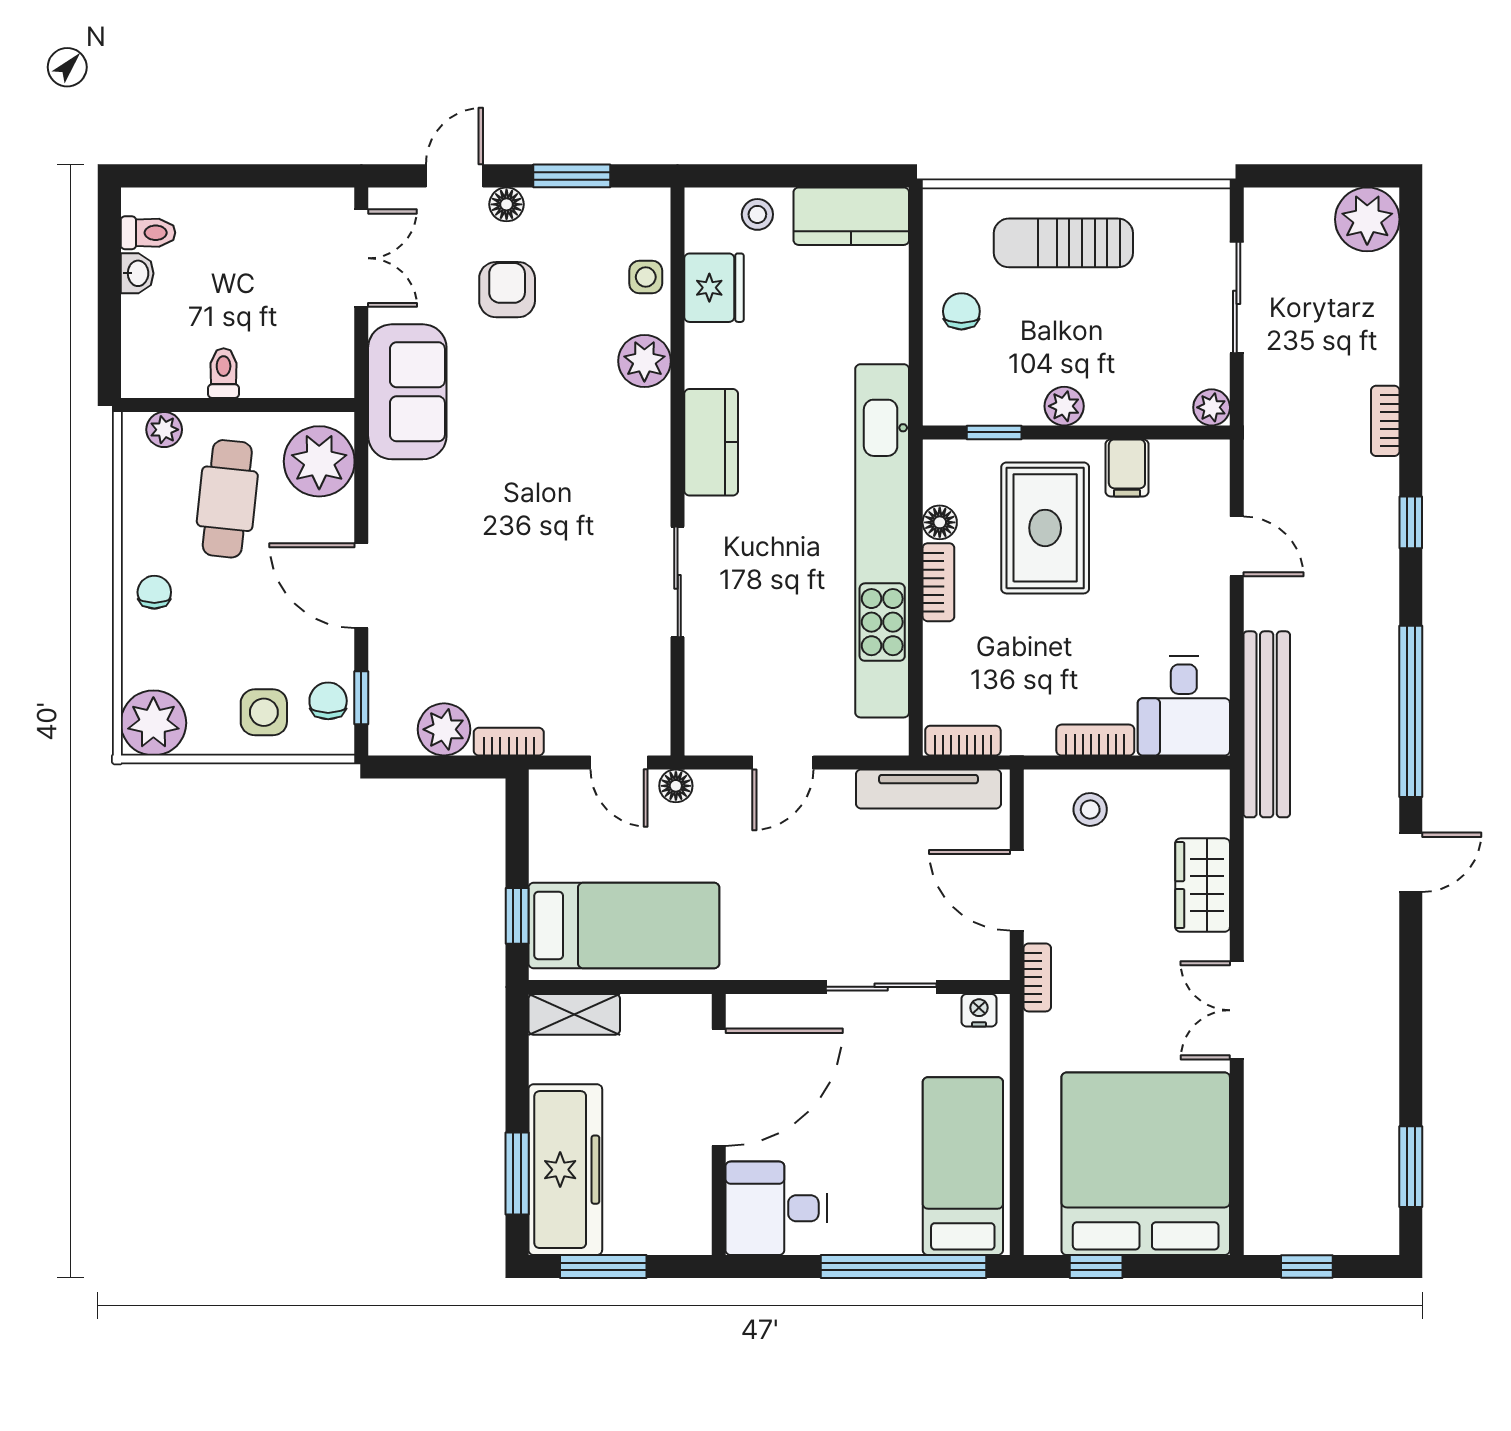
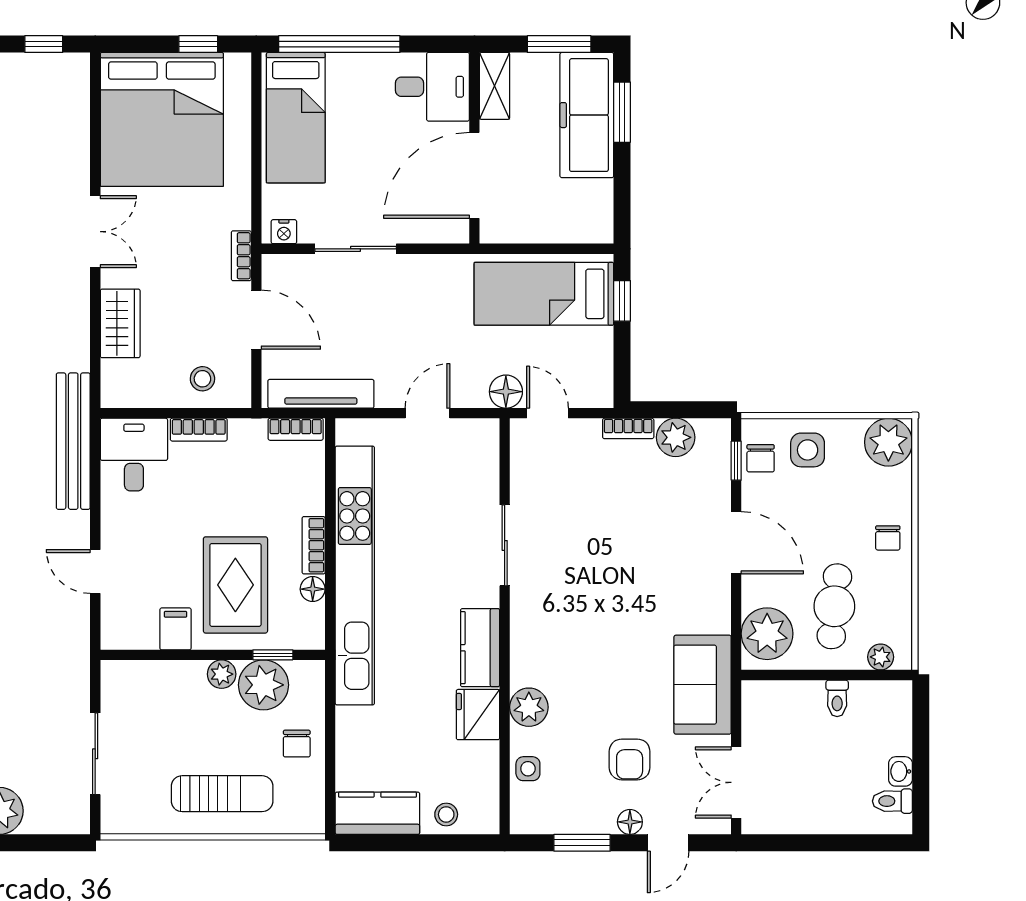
fridge: (714, 288) -> (478, 715), moved
plant: (1212, 407) -> (264, 685), moved, width x1.88, depth x1.88
floor lamp: (676, 786) -> (506, 392), width x1.37, depth x1.37
shelving: (574, 1014) -> (495, 86), moved, turned 90

